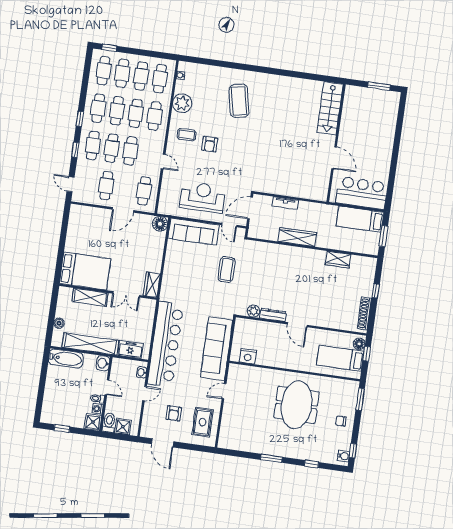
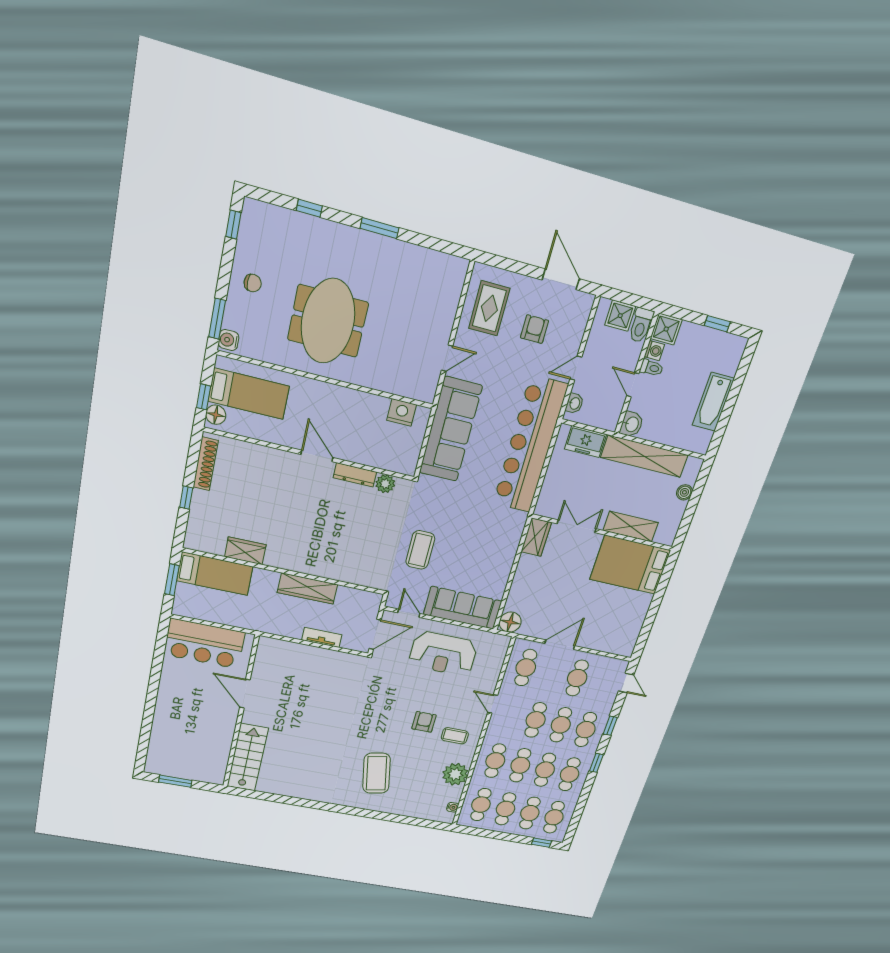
bed: (360, 219) -> (215, 574), moved
bathtub: (66, 359) -> (713, 402), moved, turned -90
water cooler: (344, 456) -> (229, 340), moved

